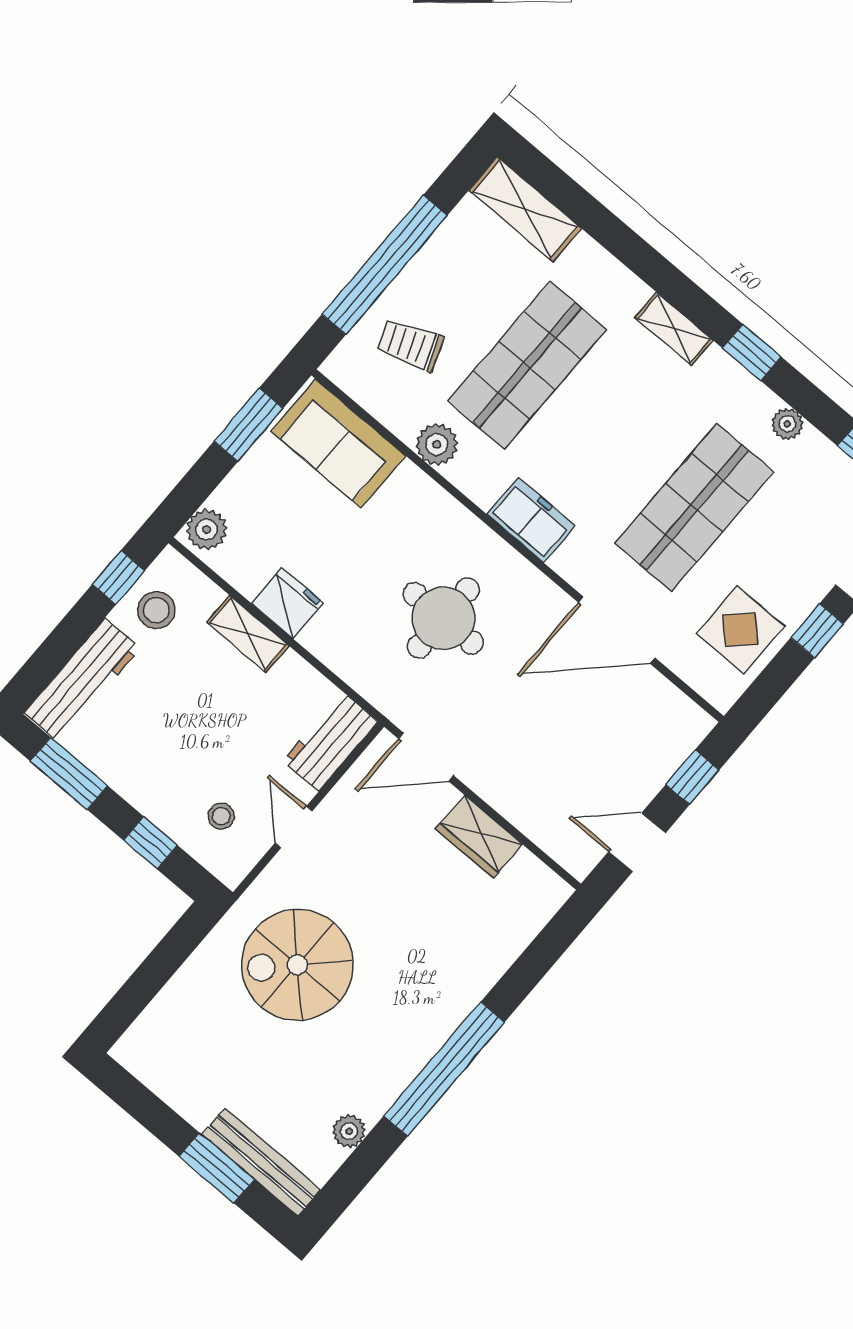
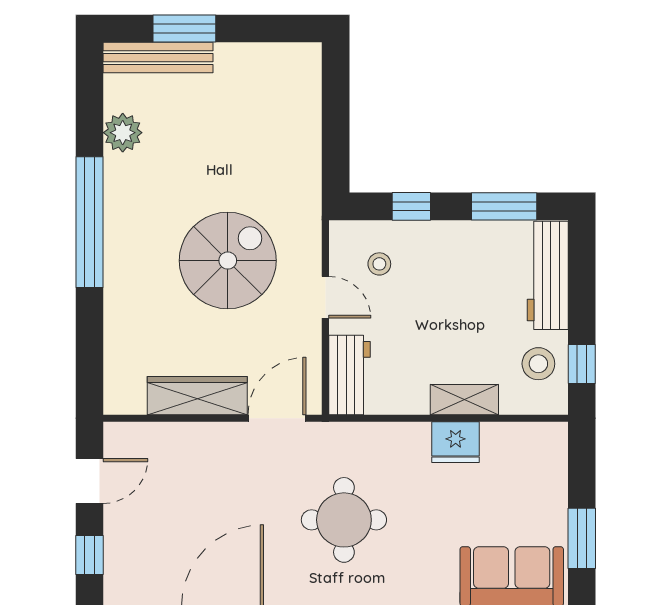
plant: (207, 529) -> (550, 445), removed
wardrobe: (479, 837) -> (197, 396), width x1.50
spiral stairs: (297, 965) -> (228, 261), moved
plant: (349, 1131) -> (123, 133), width x1.38, depth x1.38

